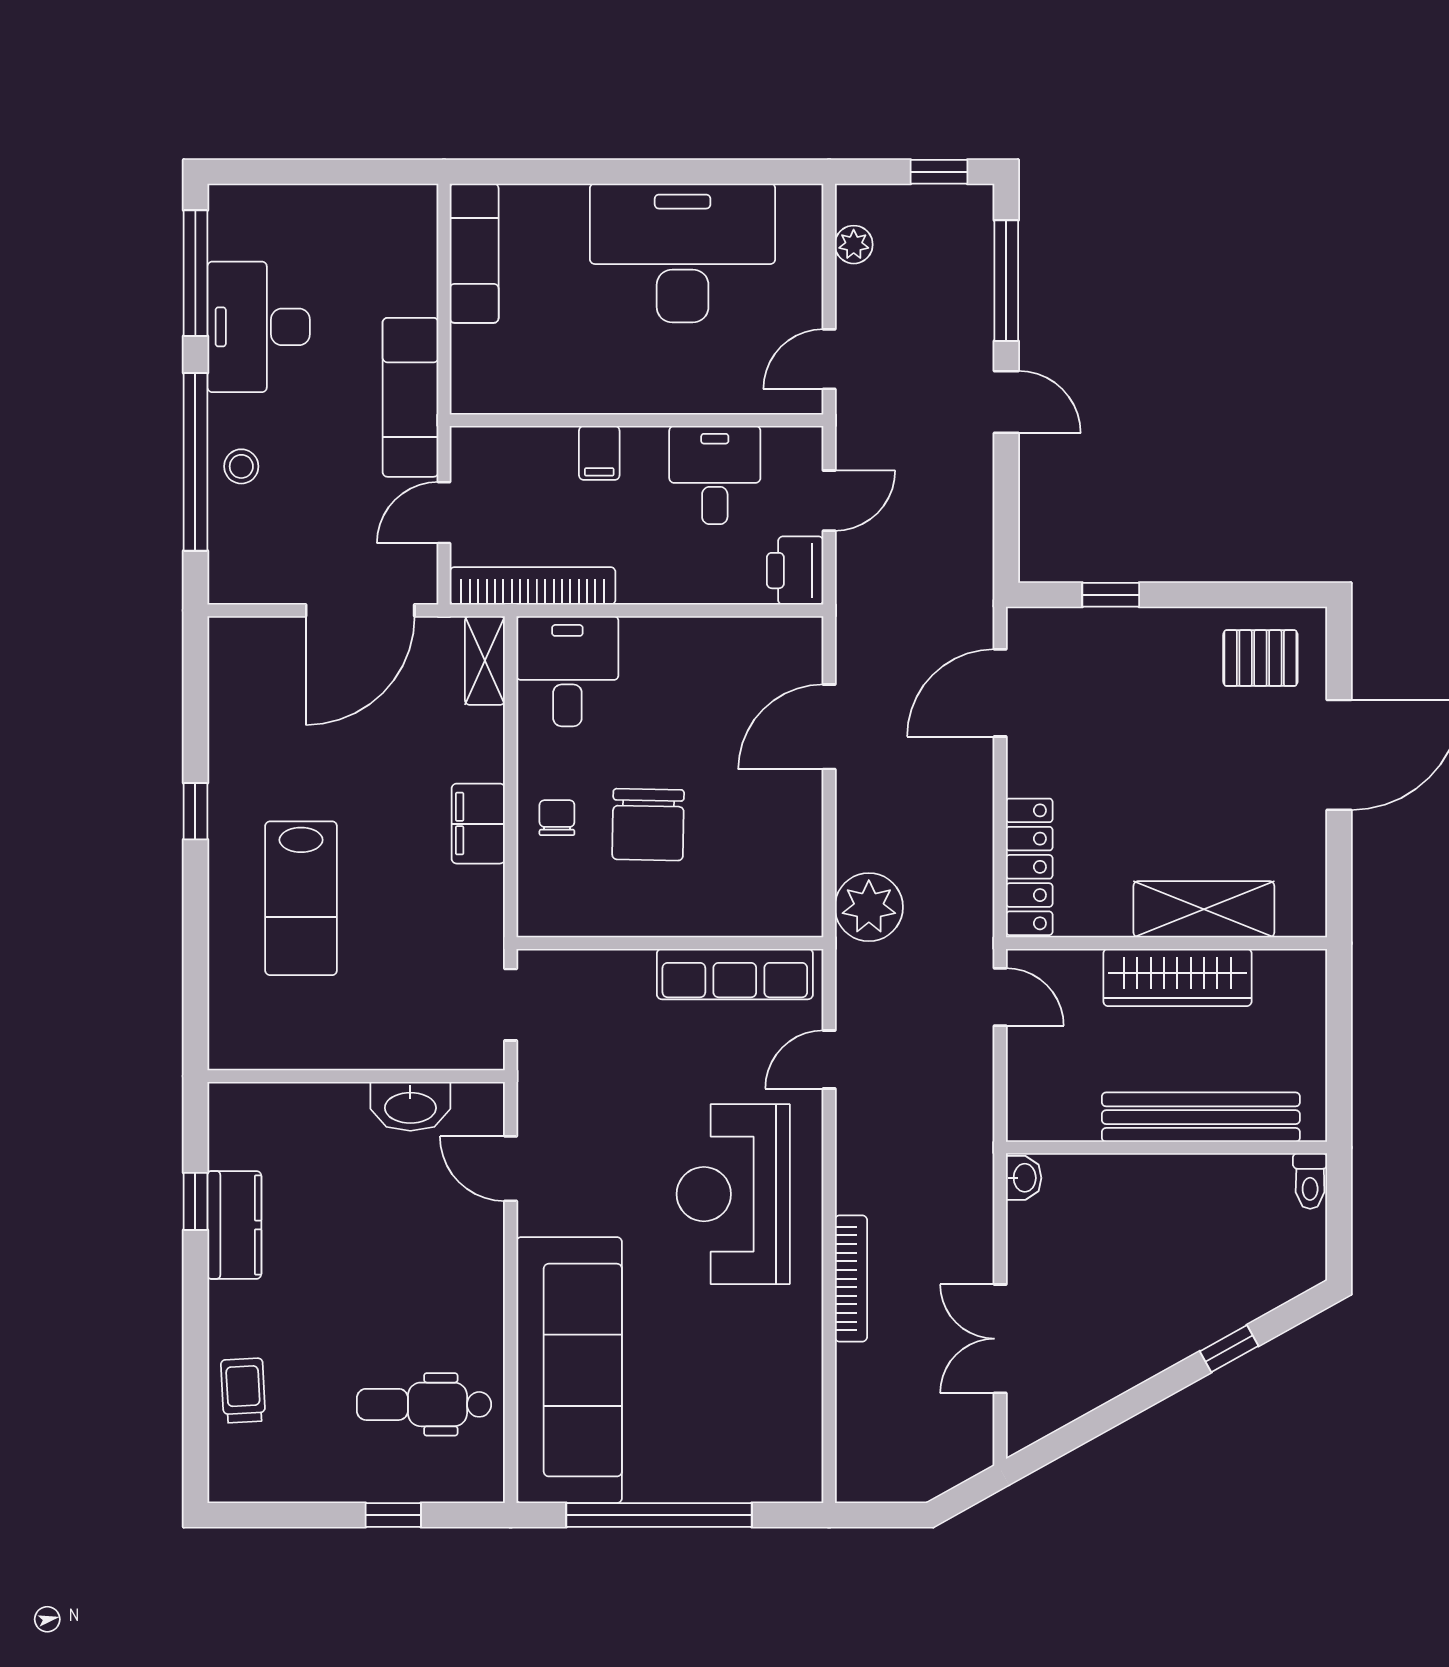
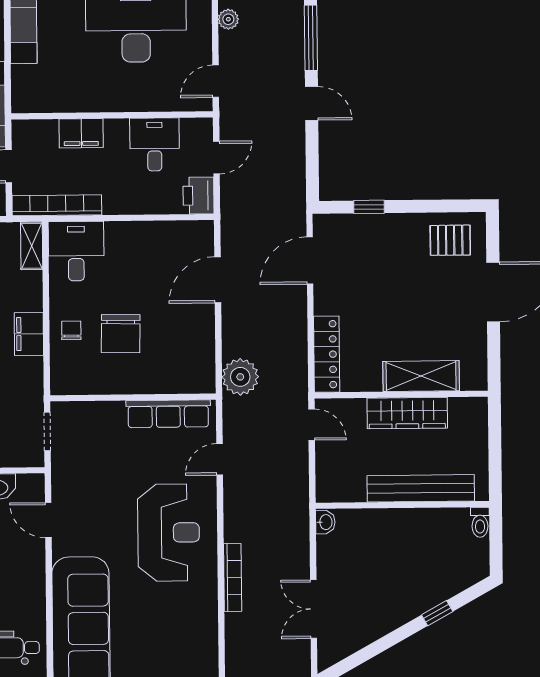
filing cabinet: (599, 453) -> (81, 133), width x2.00
reception desk: (733, 1194) -> (169, 533), turned 180

